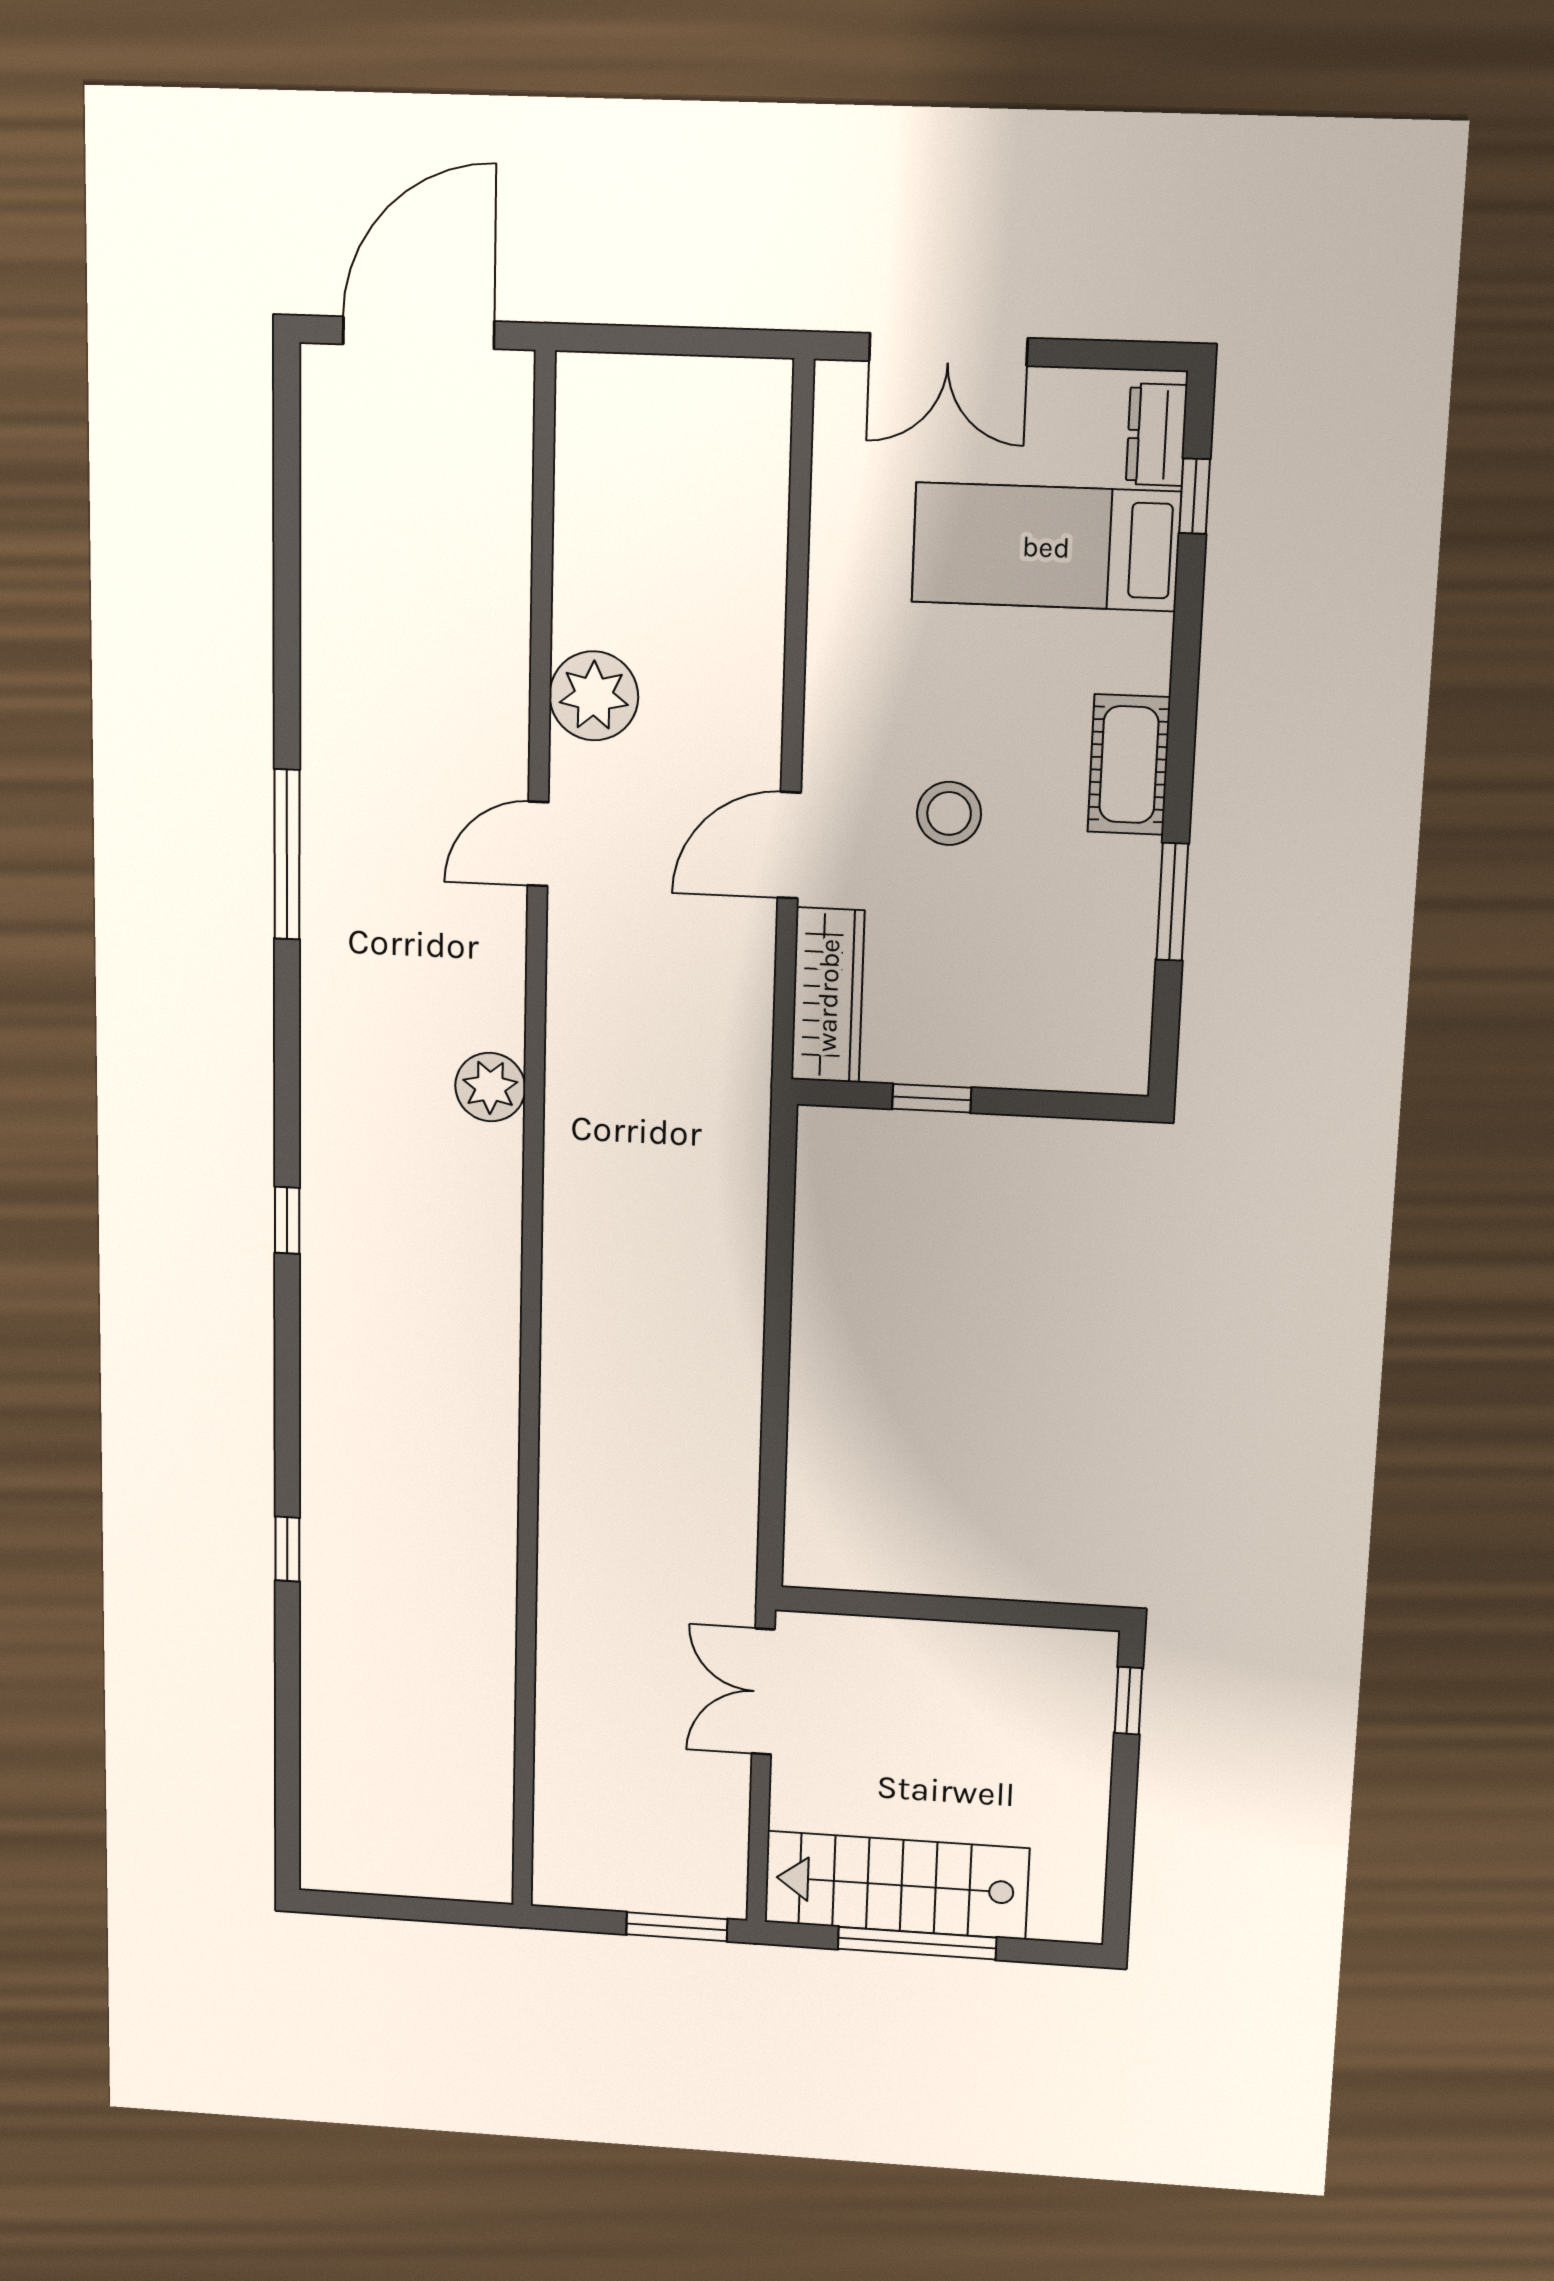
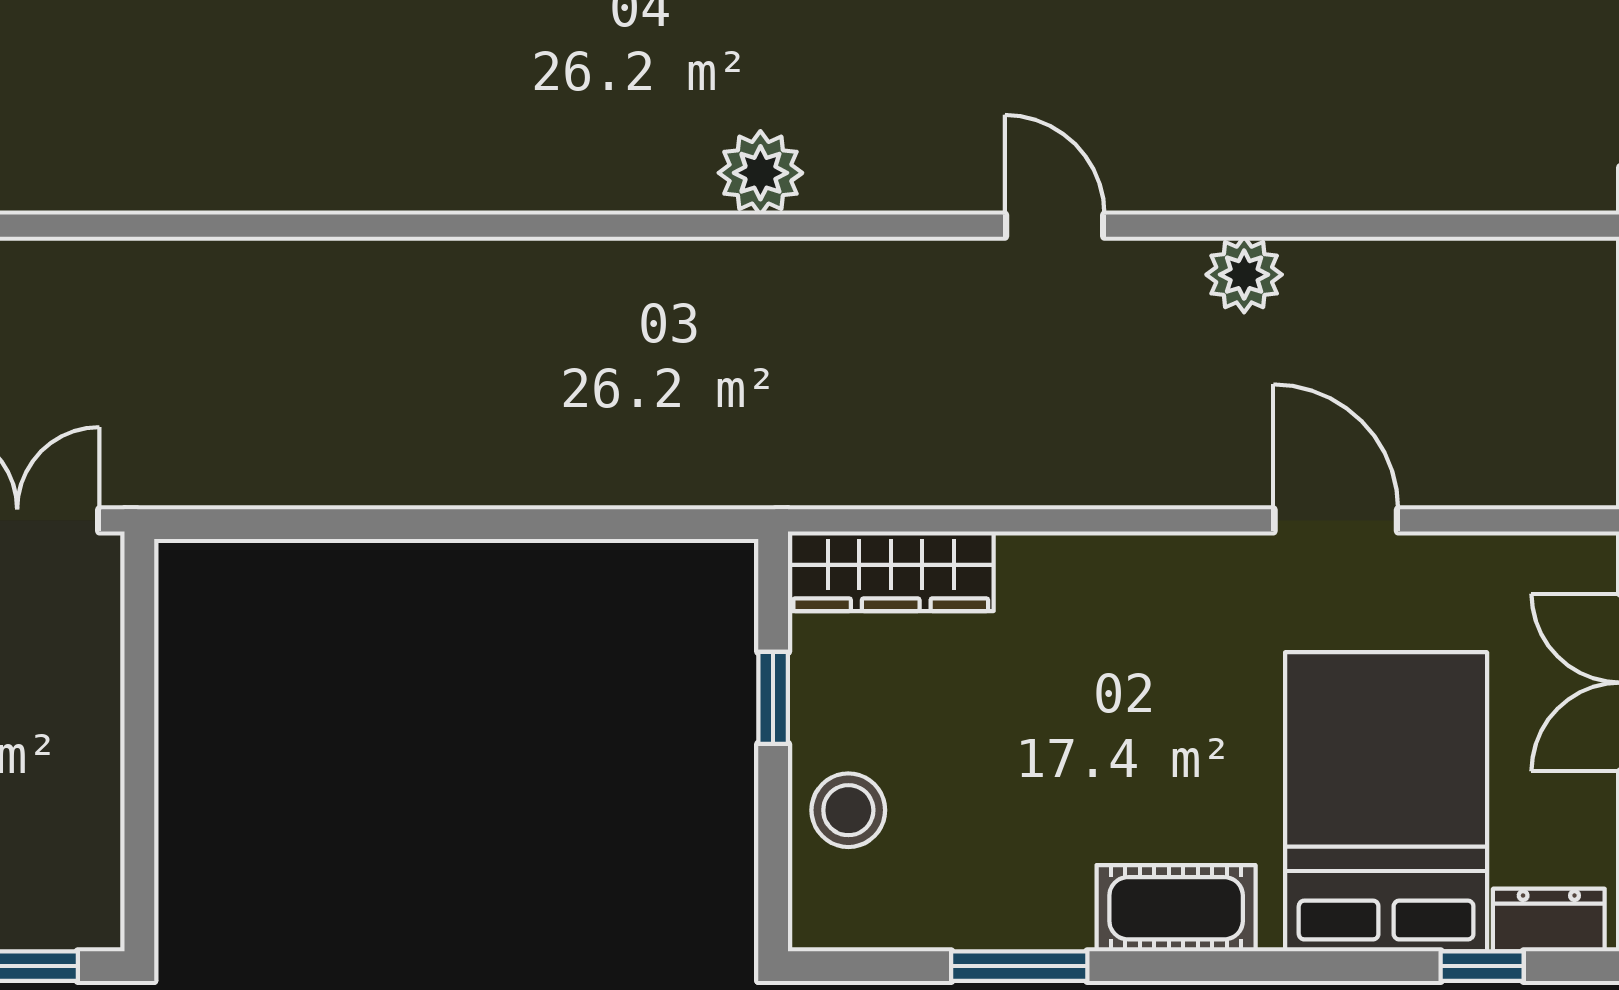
bed: (1046, 547) -> (1386, 802), width x1.50
plant: (594, 696) -> (1244, 275), width x0.73, depth x0.73
stool: (949, 813) -> (848, 810), moved
door: (789, 845) -> (1336, 520), moved

